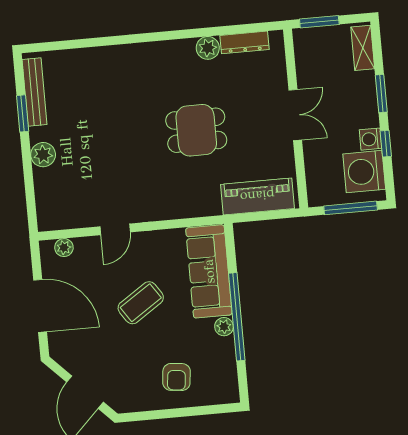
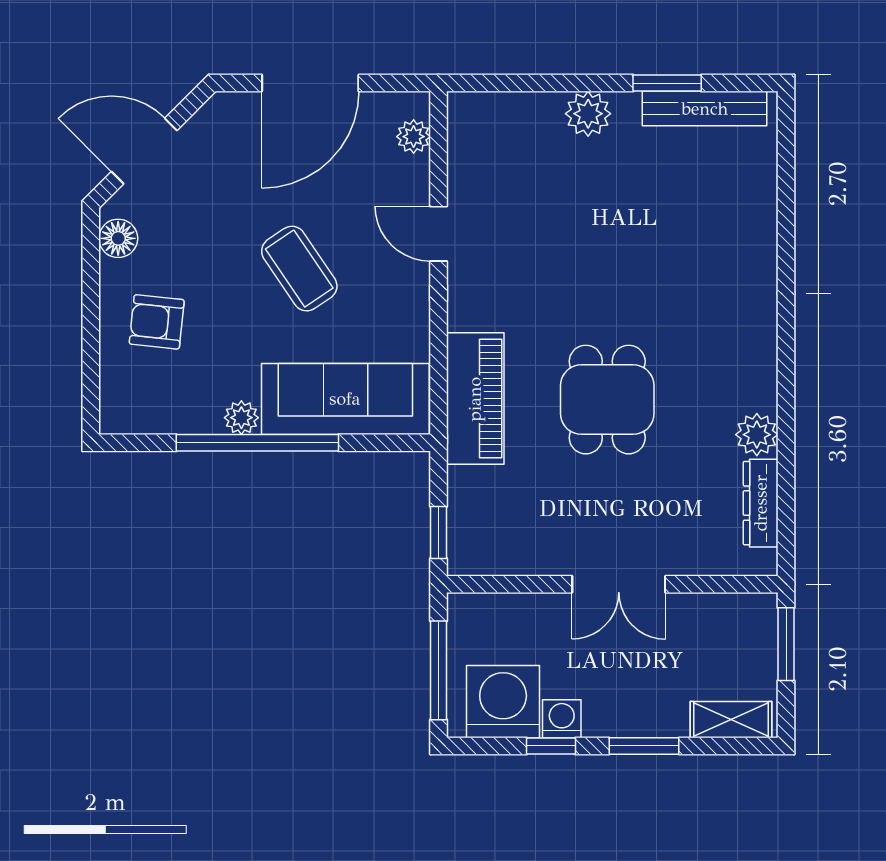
piano: (257, 196) -> (475, 399), moved
window: (276, 215) -> (438, 533), added
floor lamp: (133, 402) -> (118, 238), added

